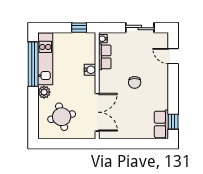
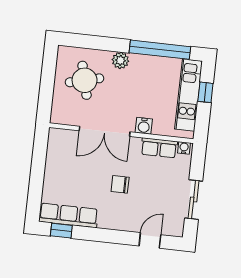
window: (79, 28) -> (205, 92), moved
kitchen unit: (45, 59) -> (189, 95), moved, turned 90
double door: (97, 112) -> (105, 131), moved
row of seats: (161, 124) -> (68, 215), width x1.48

